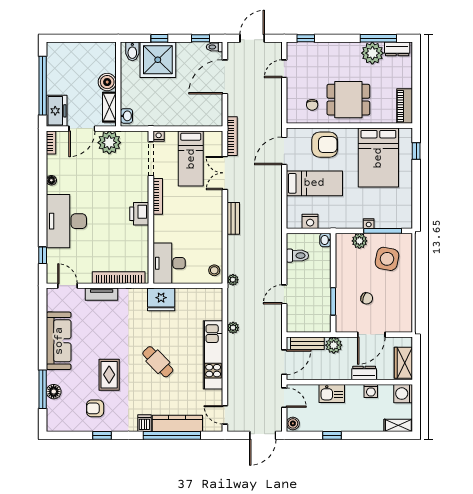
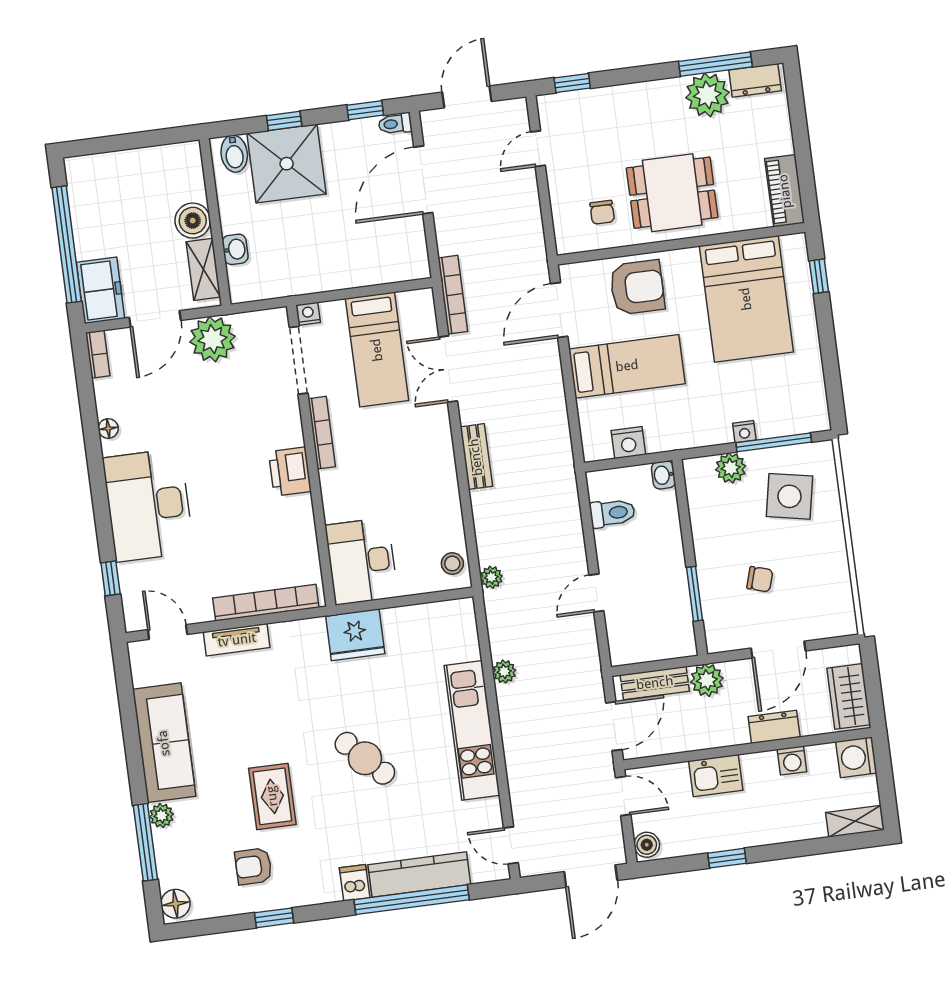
washbasin: (126, 116) -> (235, 249), moved
plant: (53, 377) -> (162, 816), added
floor lamp: (54, 392) -> (175, 904), moved

